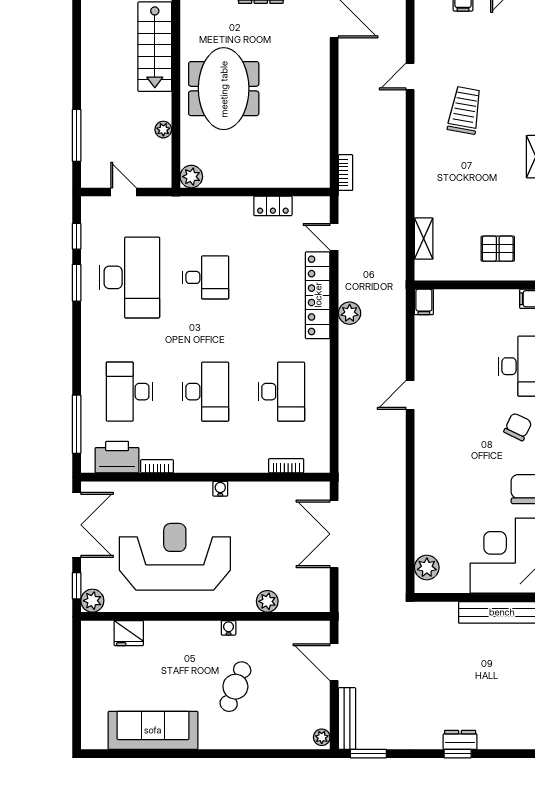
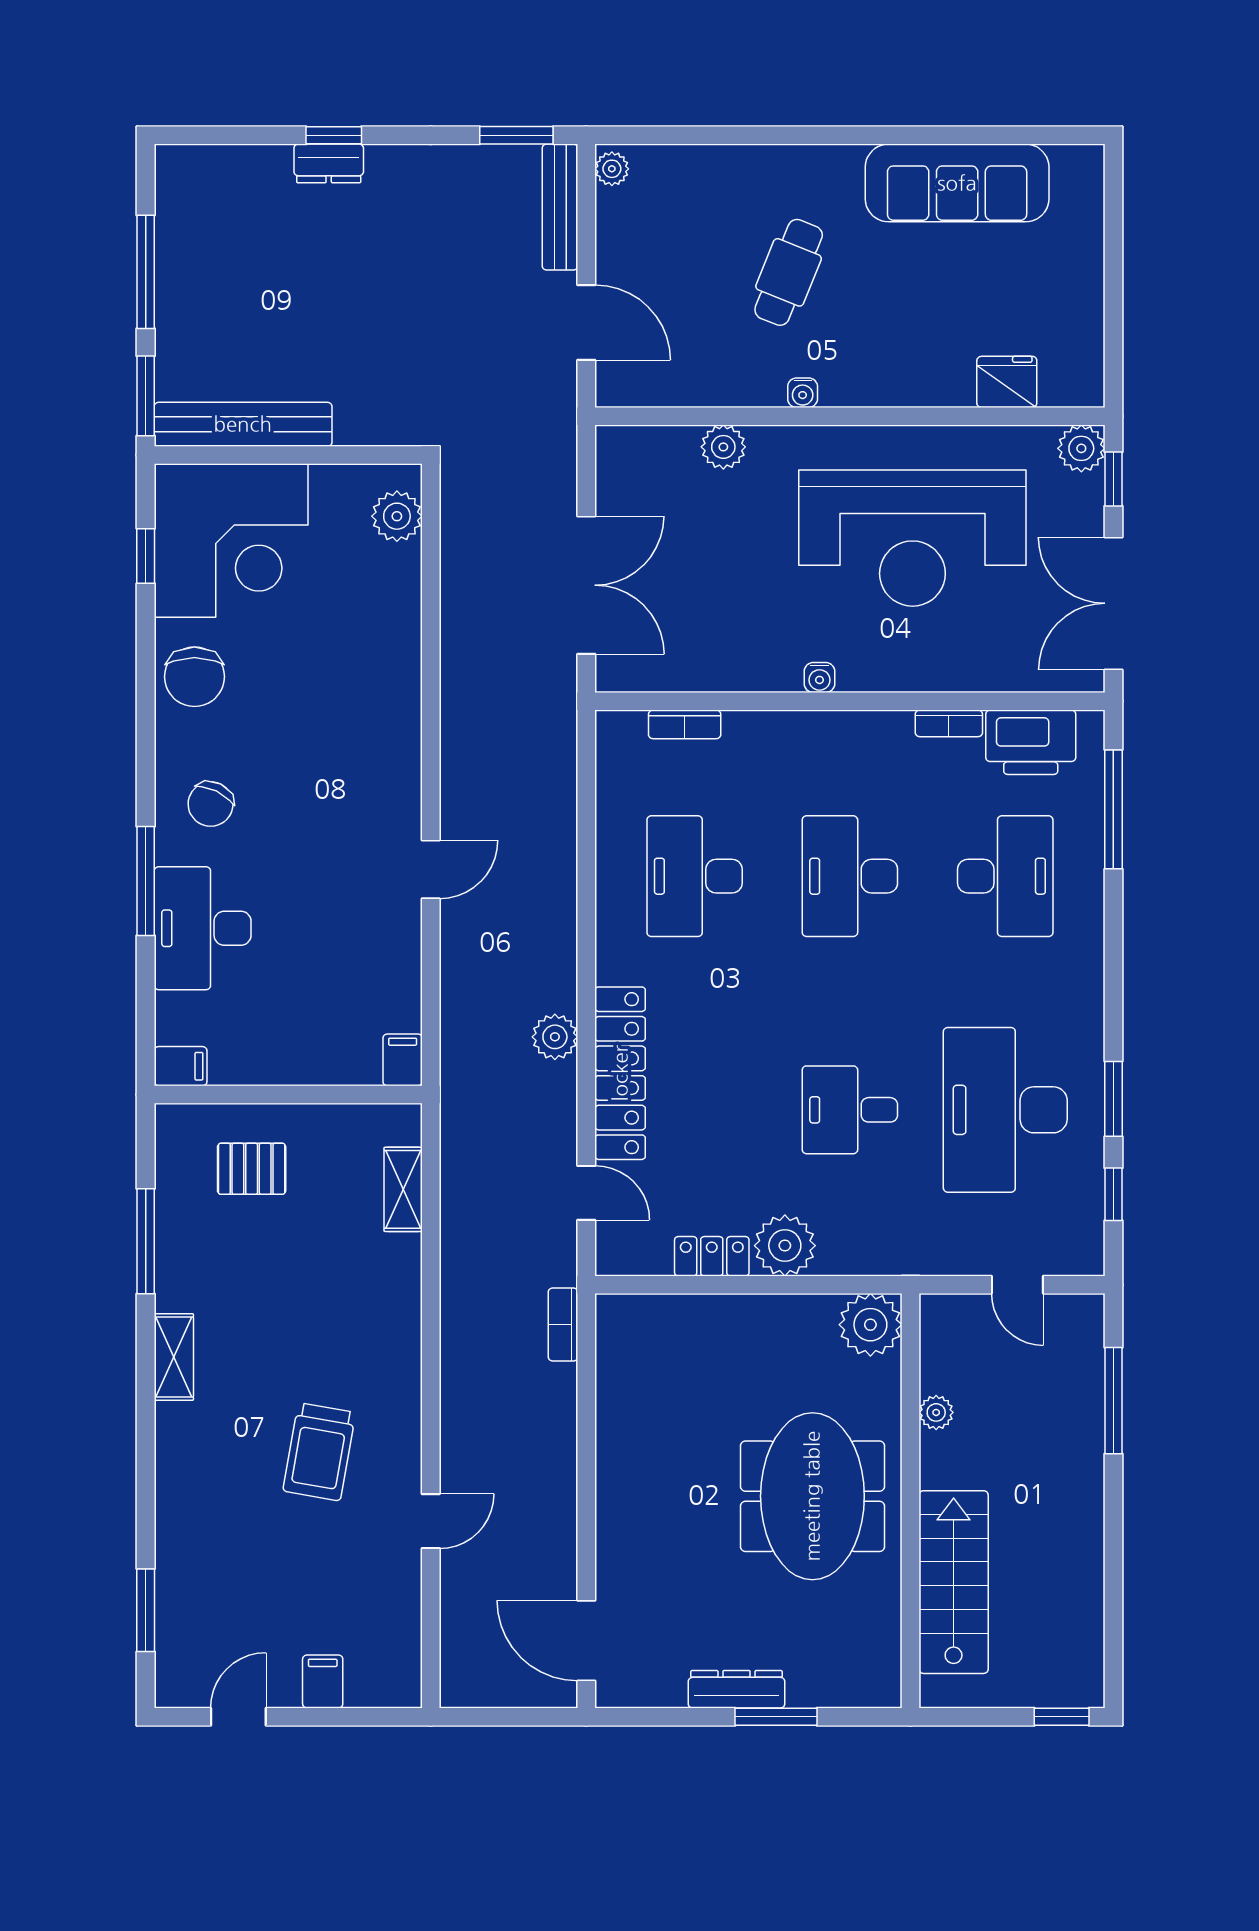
plant: (191, 177) -> (870, 1325), width x1.36, depth x1.36
plant: (237, 211) -> (785, 1246), added

